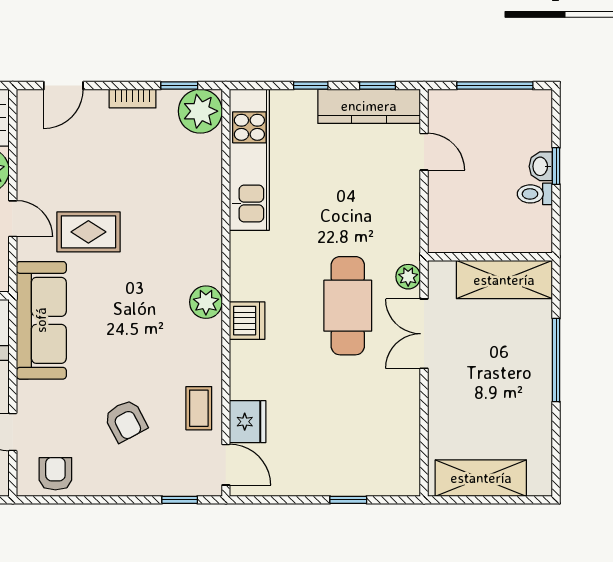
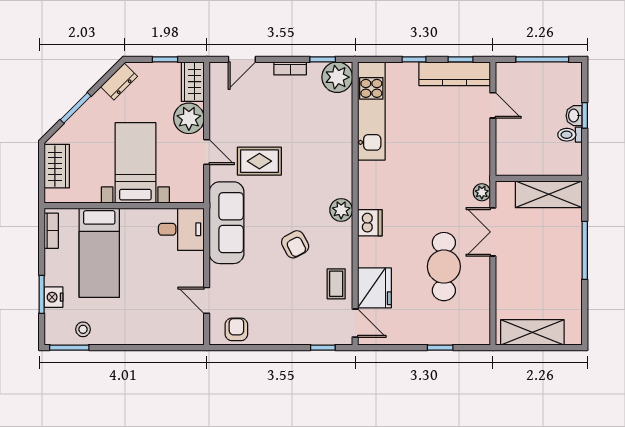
cafe table: (348, 306) -> (444, 267), moved
armchair: (126, 421) -> (295, 244), moved
fridge: (248, 422) -> (374, 288), width x1.36, depth x1.34

